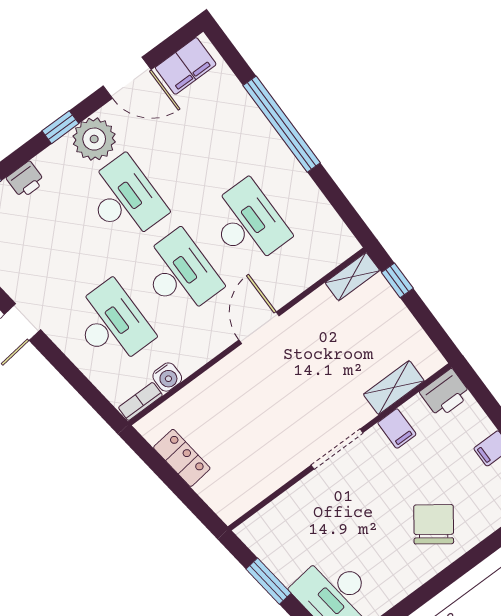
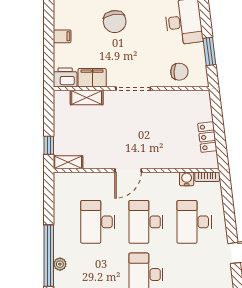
plant: (257, 124) -> (60, 264), added
filing cabinet: (397, 429) -> (92, 78), width x2.00
chair: (290, 521) -> (179, 72), added
chair: (434, 524) -> (115, 22), turned -45

